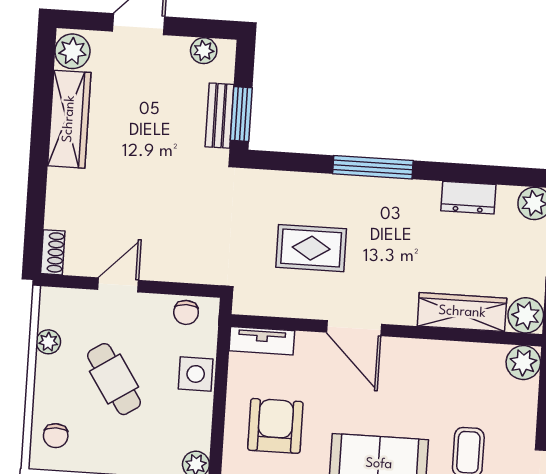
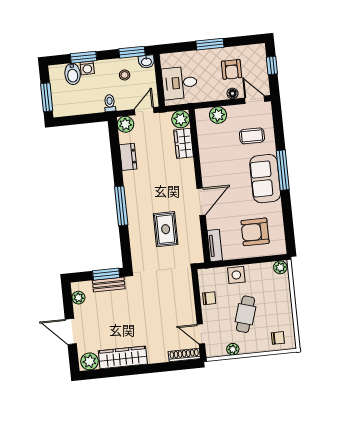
shoe rack: (53, 252) -> (184, 355), width x1.43
door: (118, 285) -> (201, 334), moved
chair: (186, 312) -> (209, 298), moved
wardrobe: (462, 312) -> (184, 143), width x0.67
plant: (523, 363) -> (218, 115), moved
cafe table: (114, 379) -> (246, 314), turned -40

